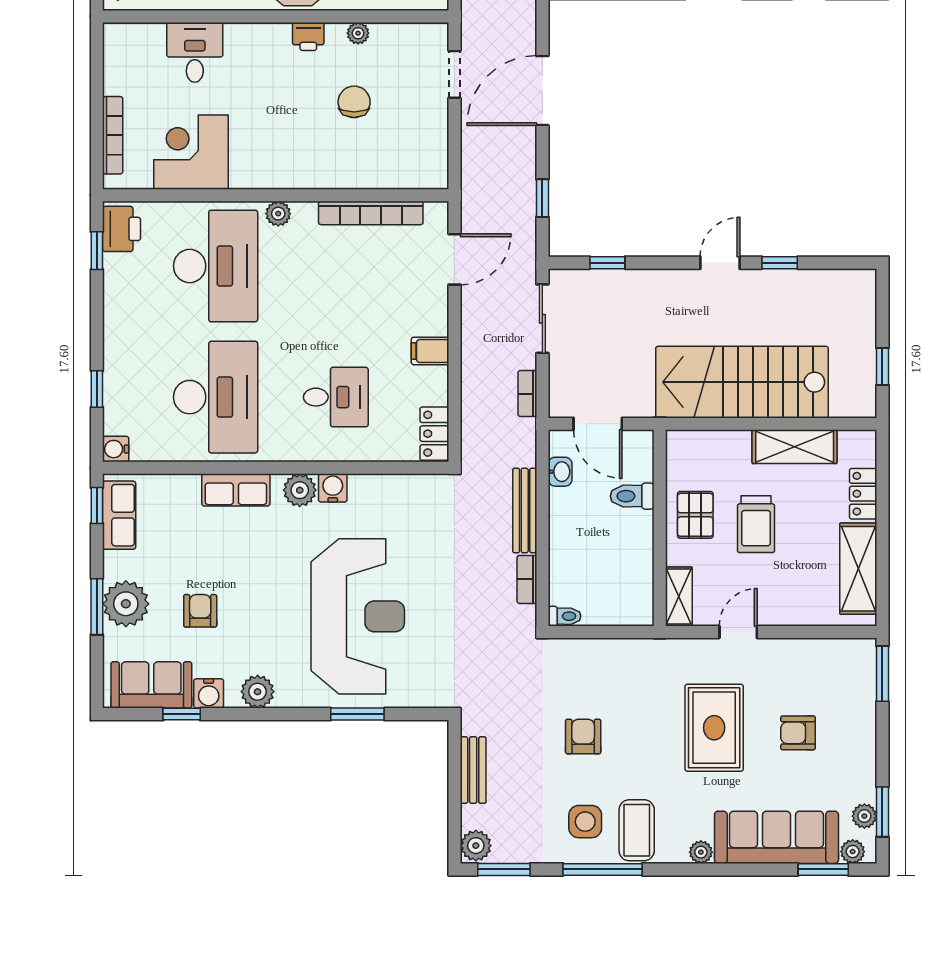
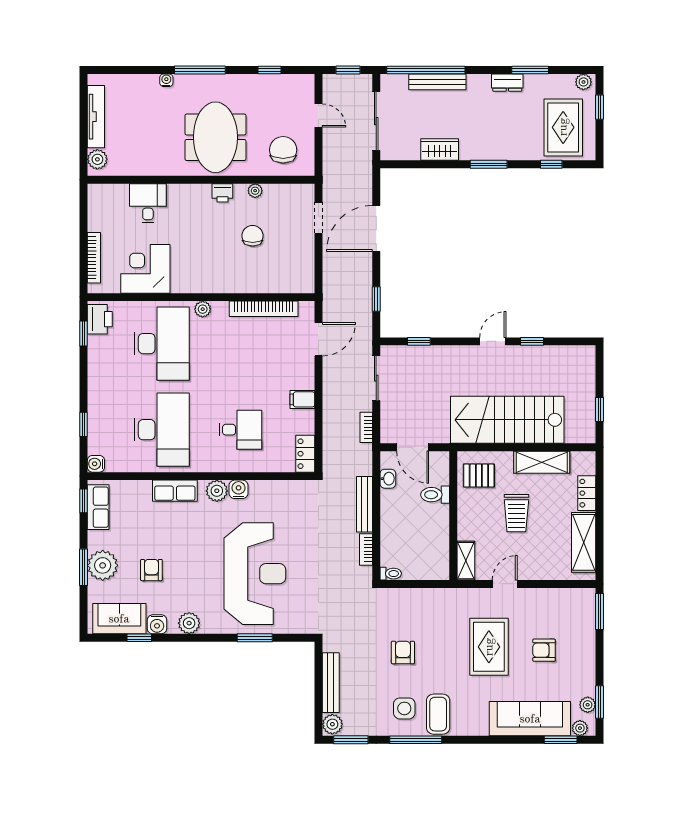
pallet: (695, 515) -> (479, 476), moved, turned 90
bench: (473, 770) -> (331, 683), width x1.36
plant: (701, 852) -> (480, 728), removed

